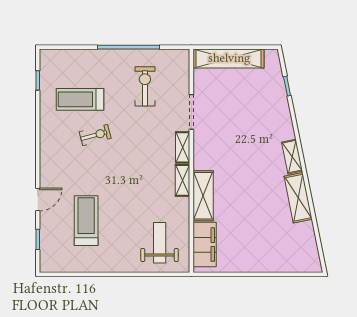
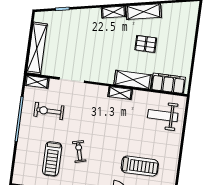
shelving: (183, 147) -> (37, 82), moved
pallet: (254, 207) -> (146, 44), added
treadmill: (86, 221) -> (140, 166), turned 180

